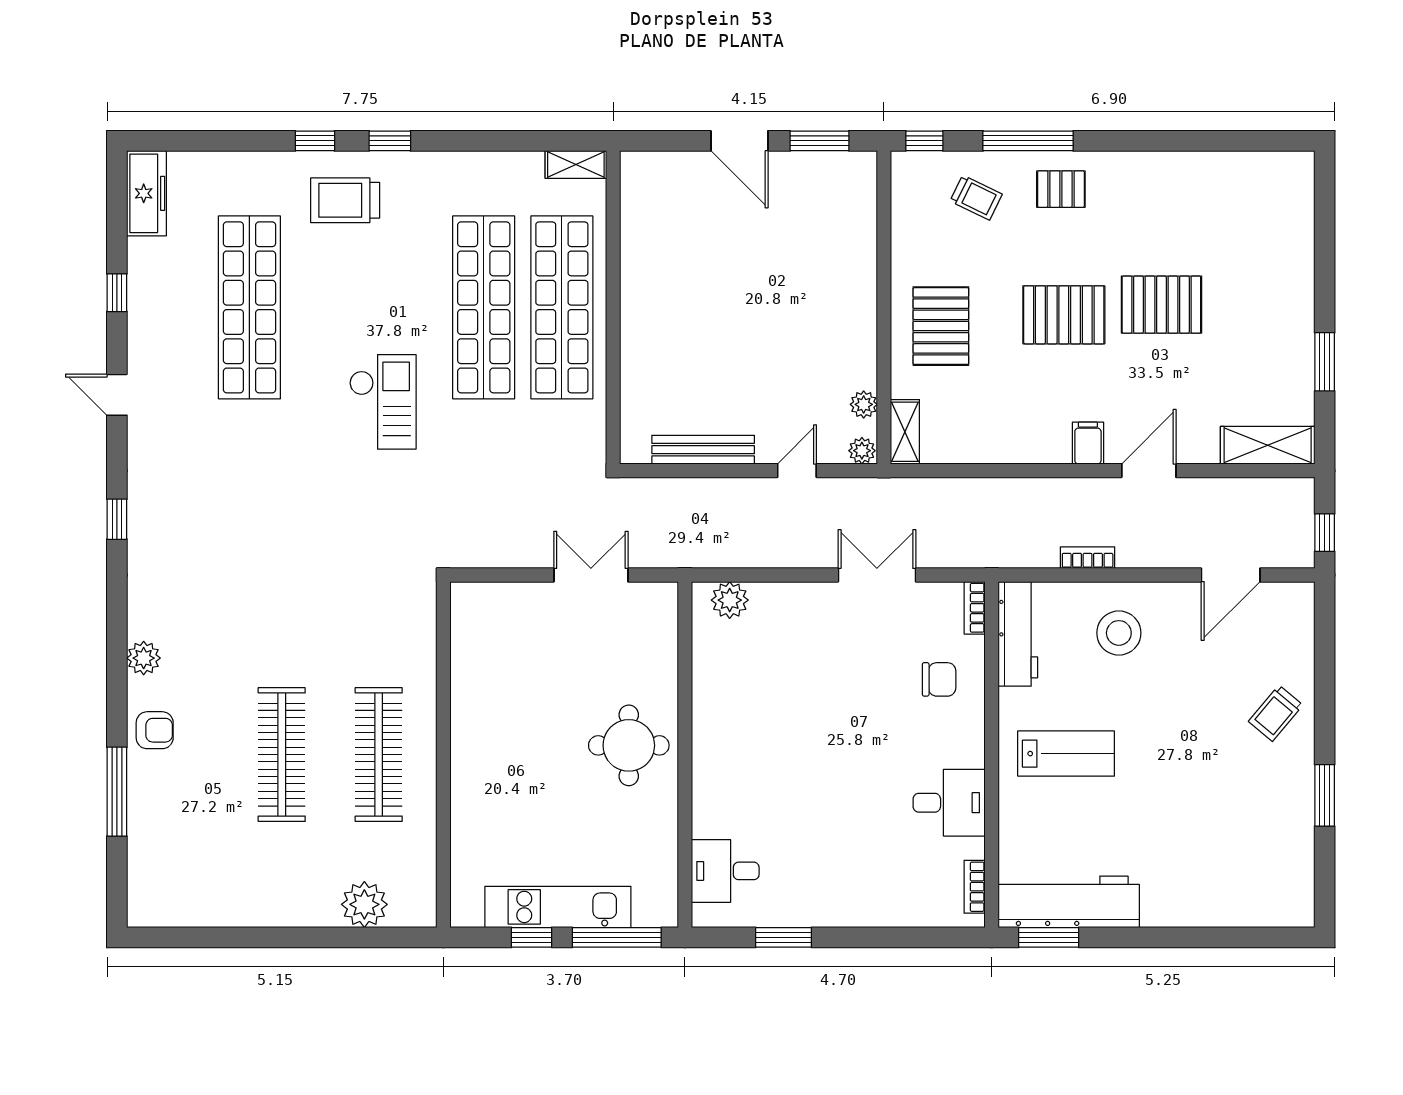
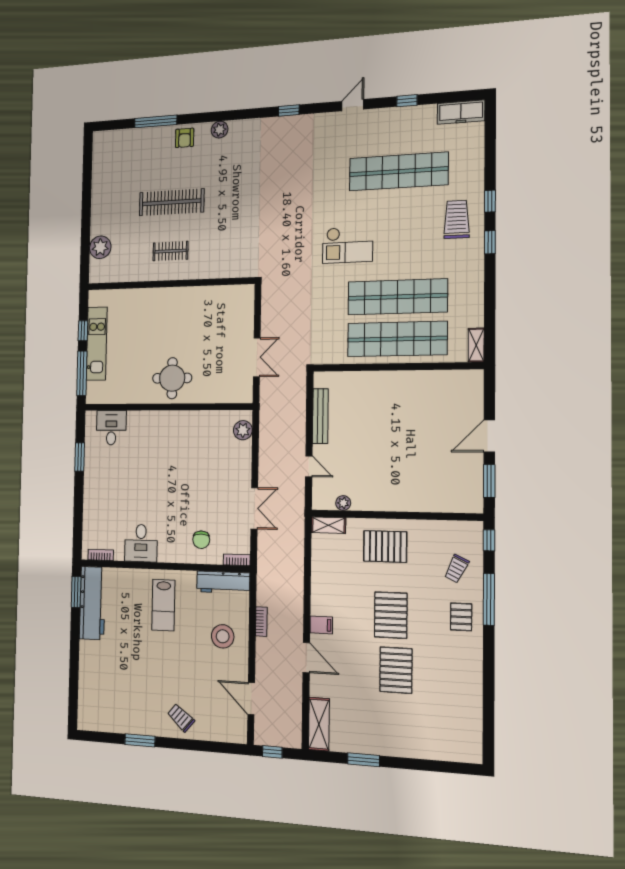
plant: (862, 451) -> (319, 502), removed
clothes rail: (379, 755) -> (171, 251), width x0.54, depth x0.76

